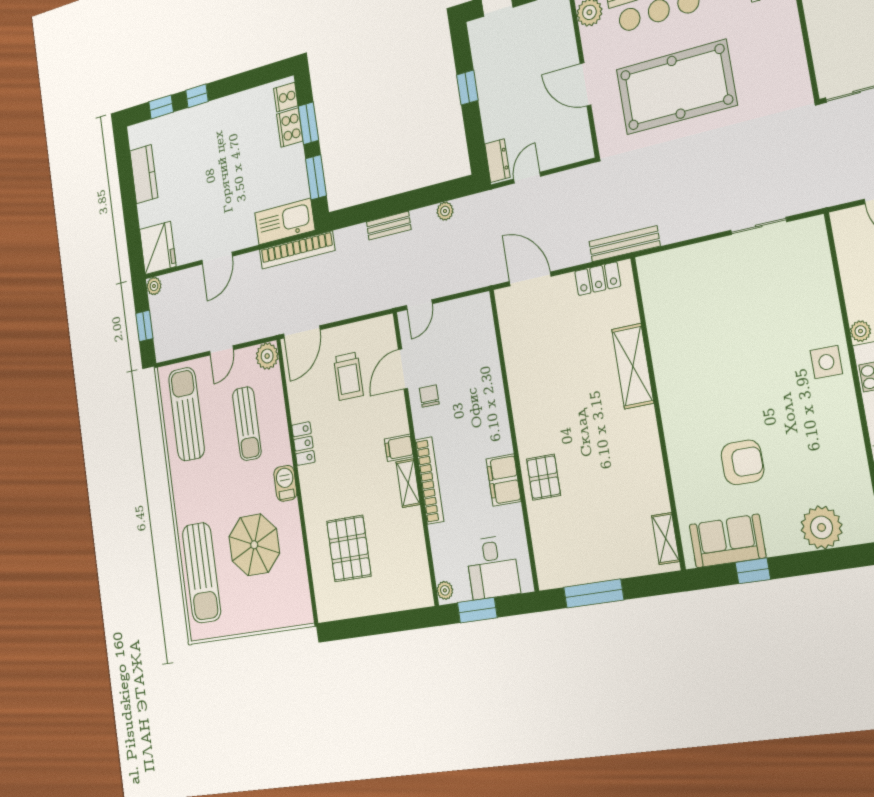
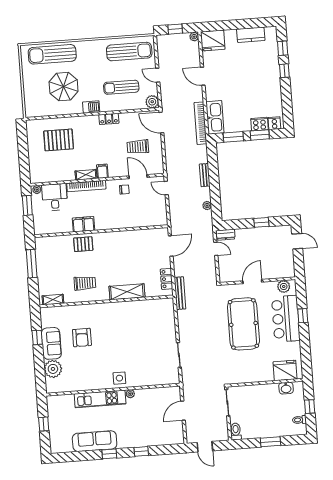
trolley: (623, 466) -> (85, 283), added
sofa: (727, 541) -> (51, 343), moved
desk: (493, 567) -> (55, 197), moved, turned 90

